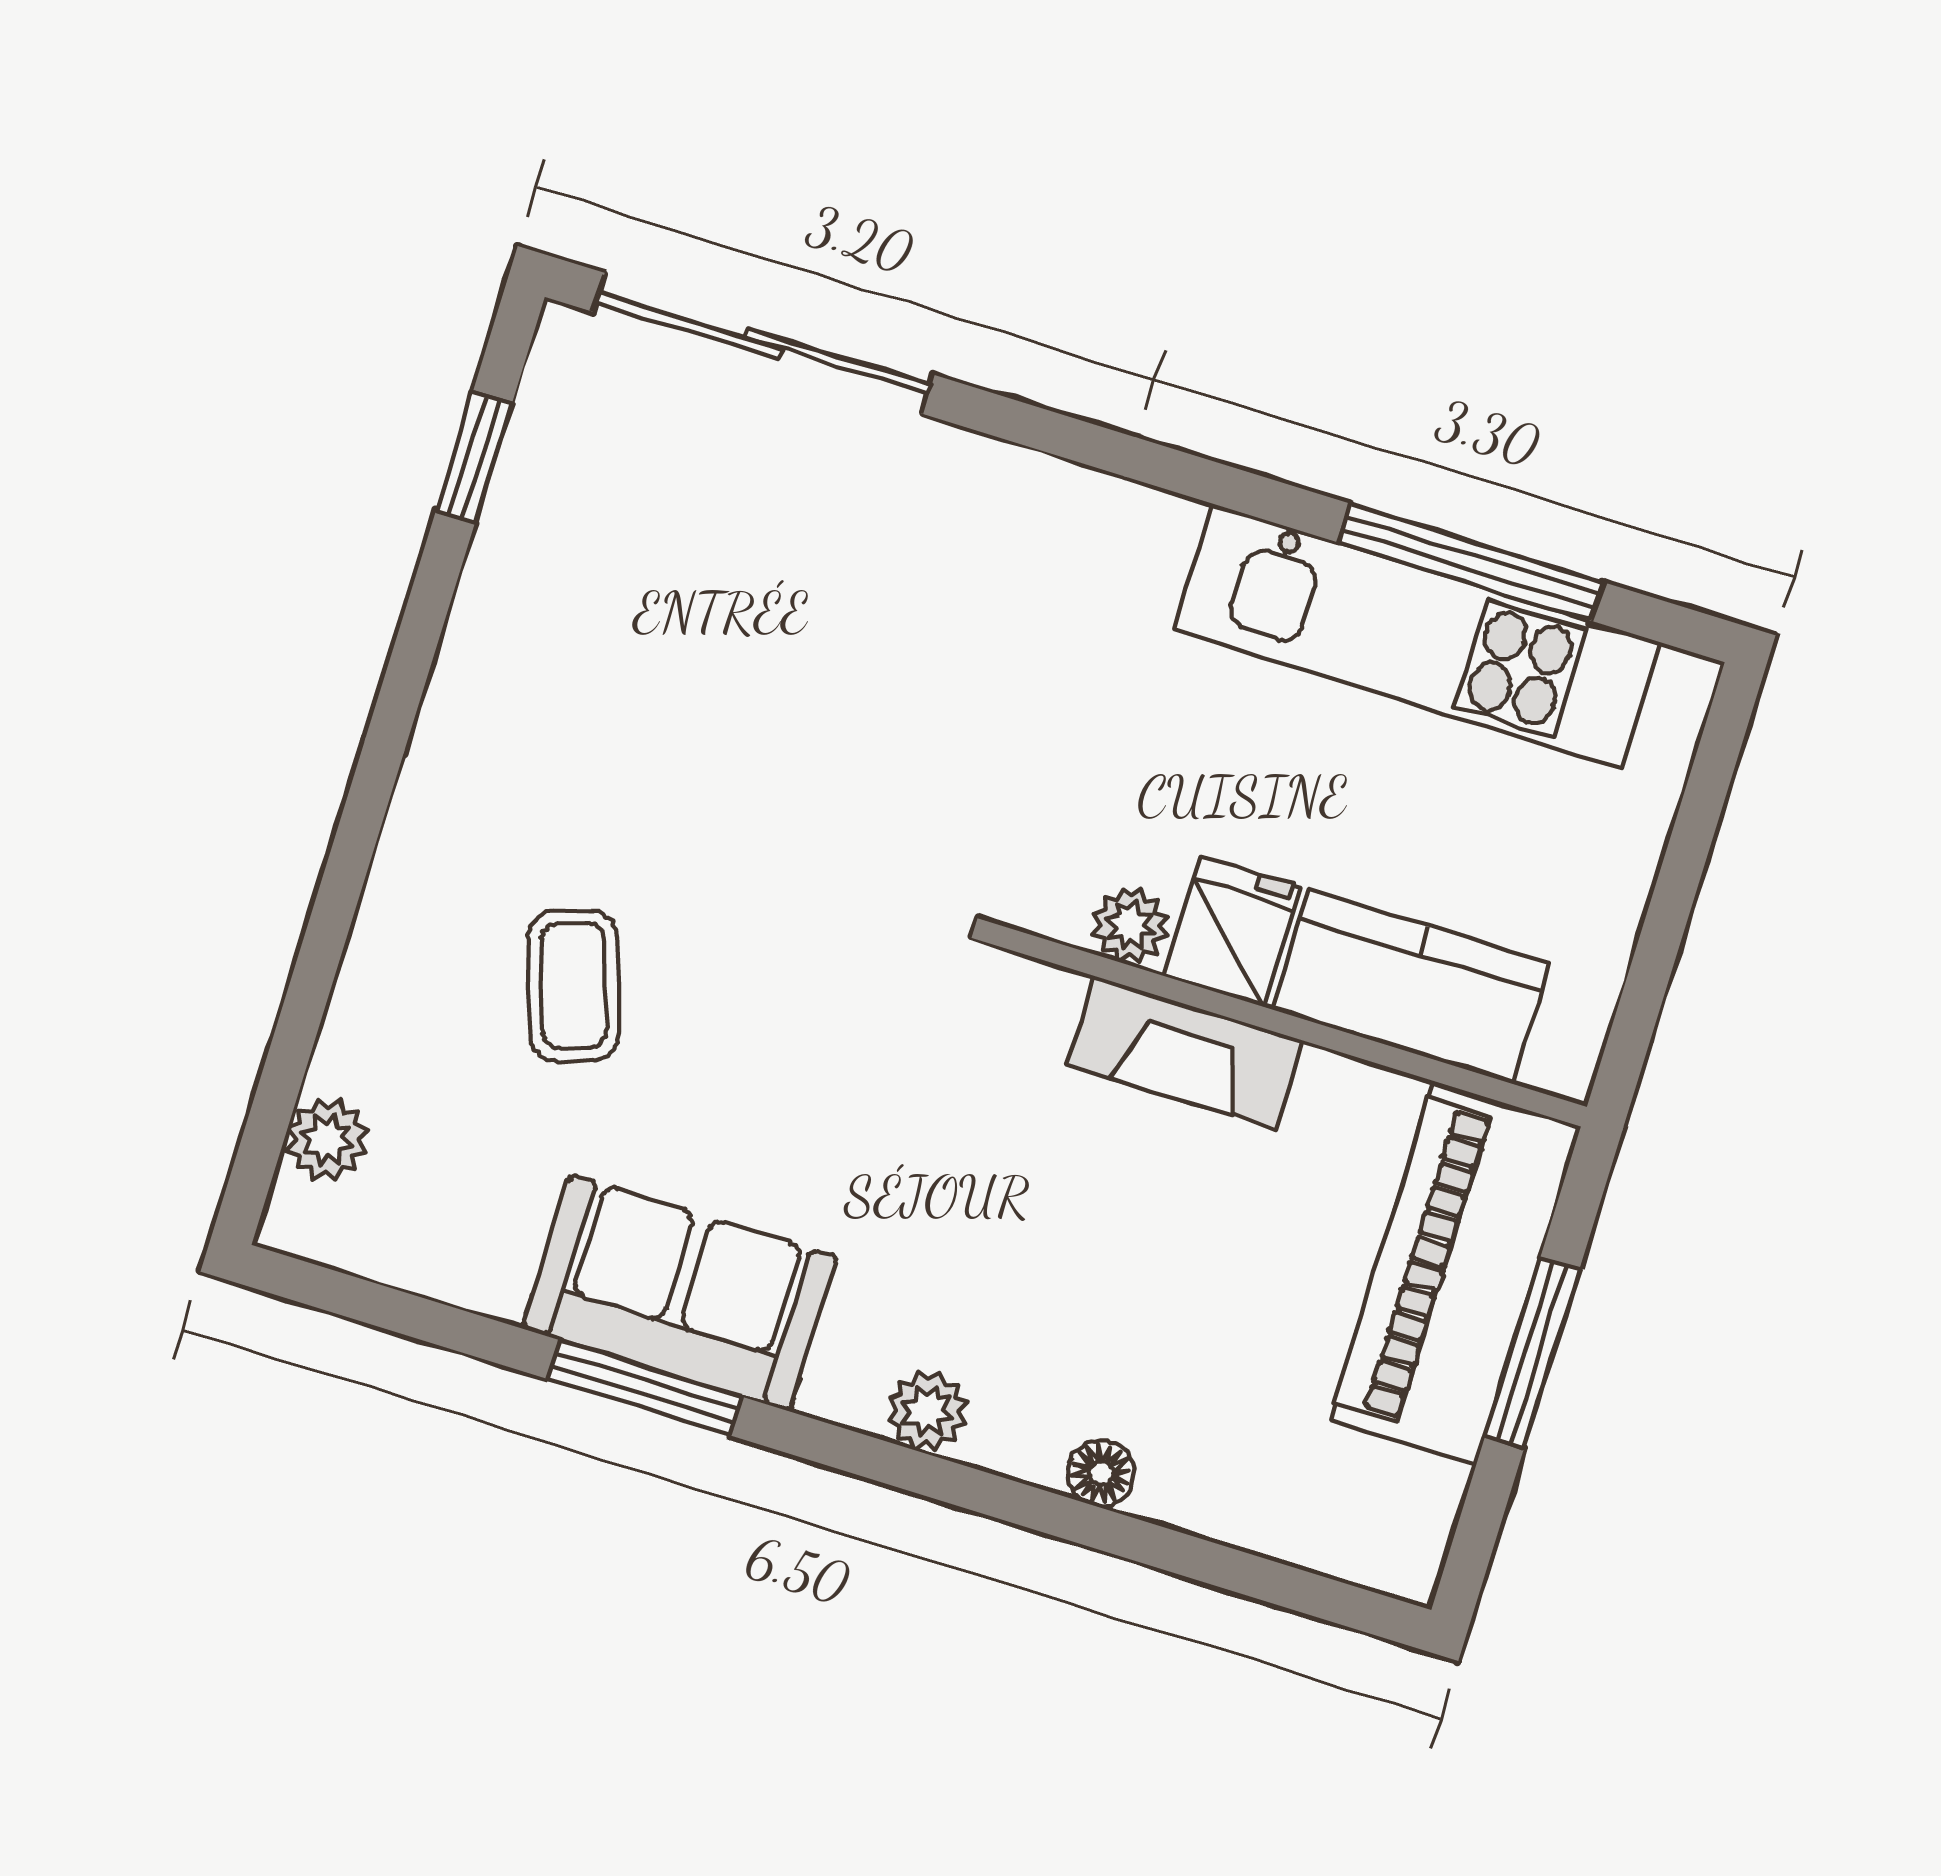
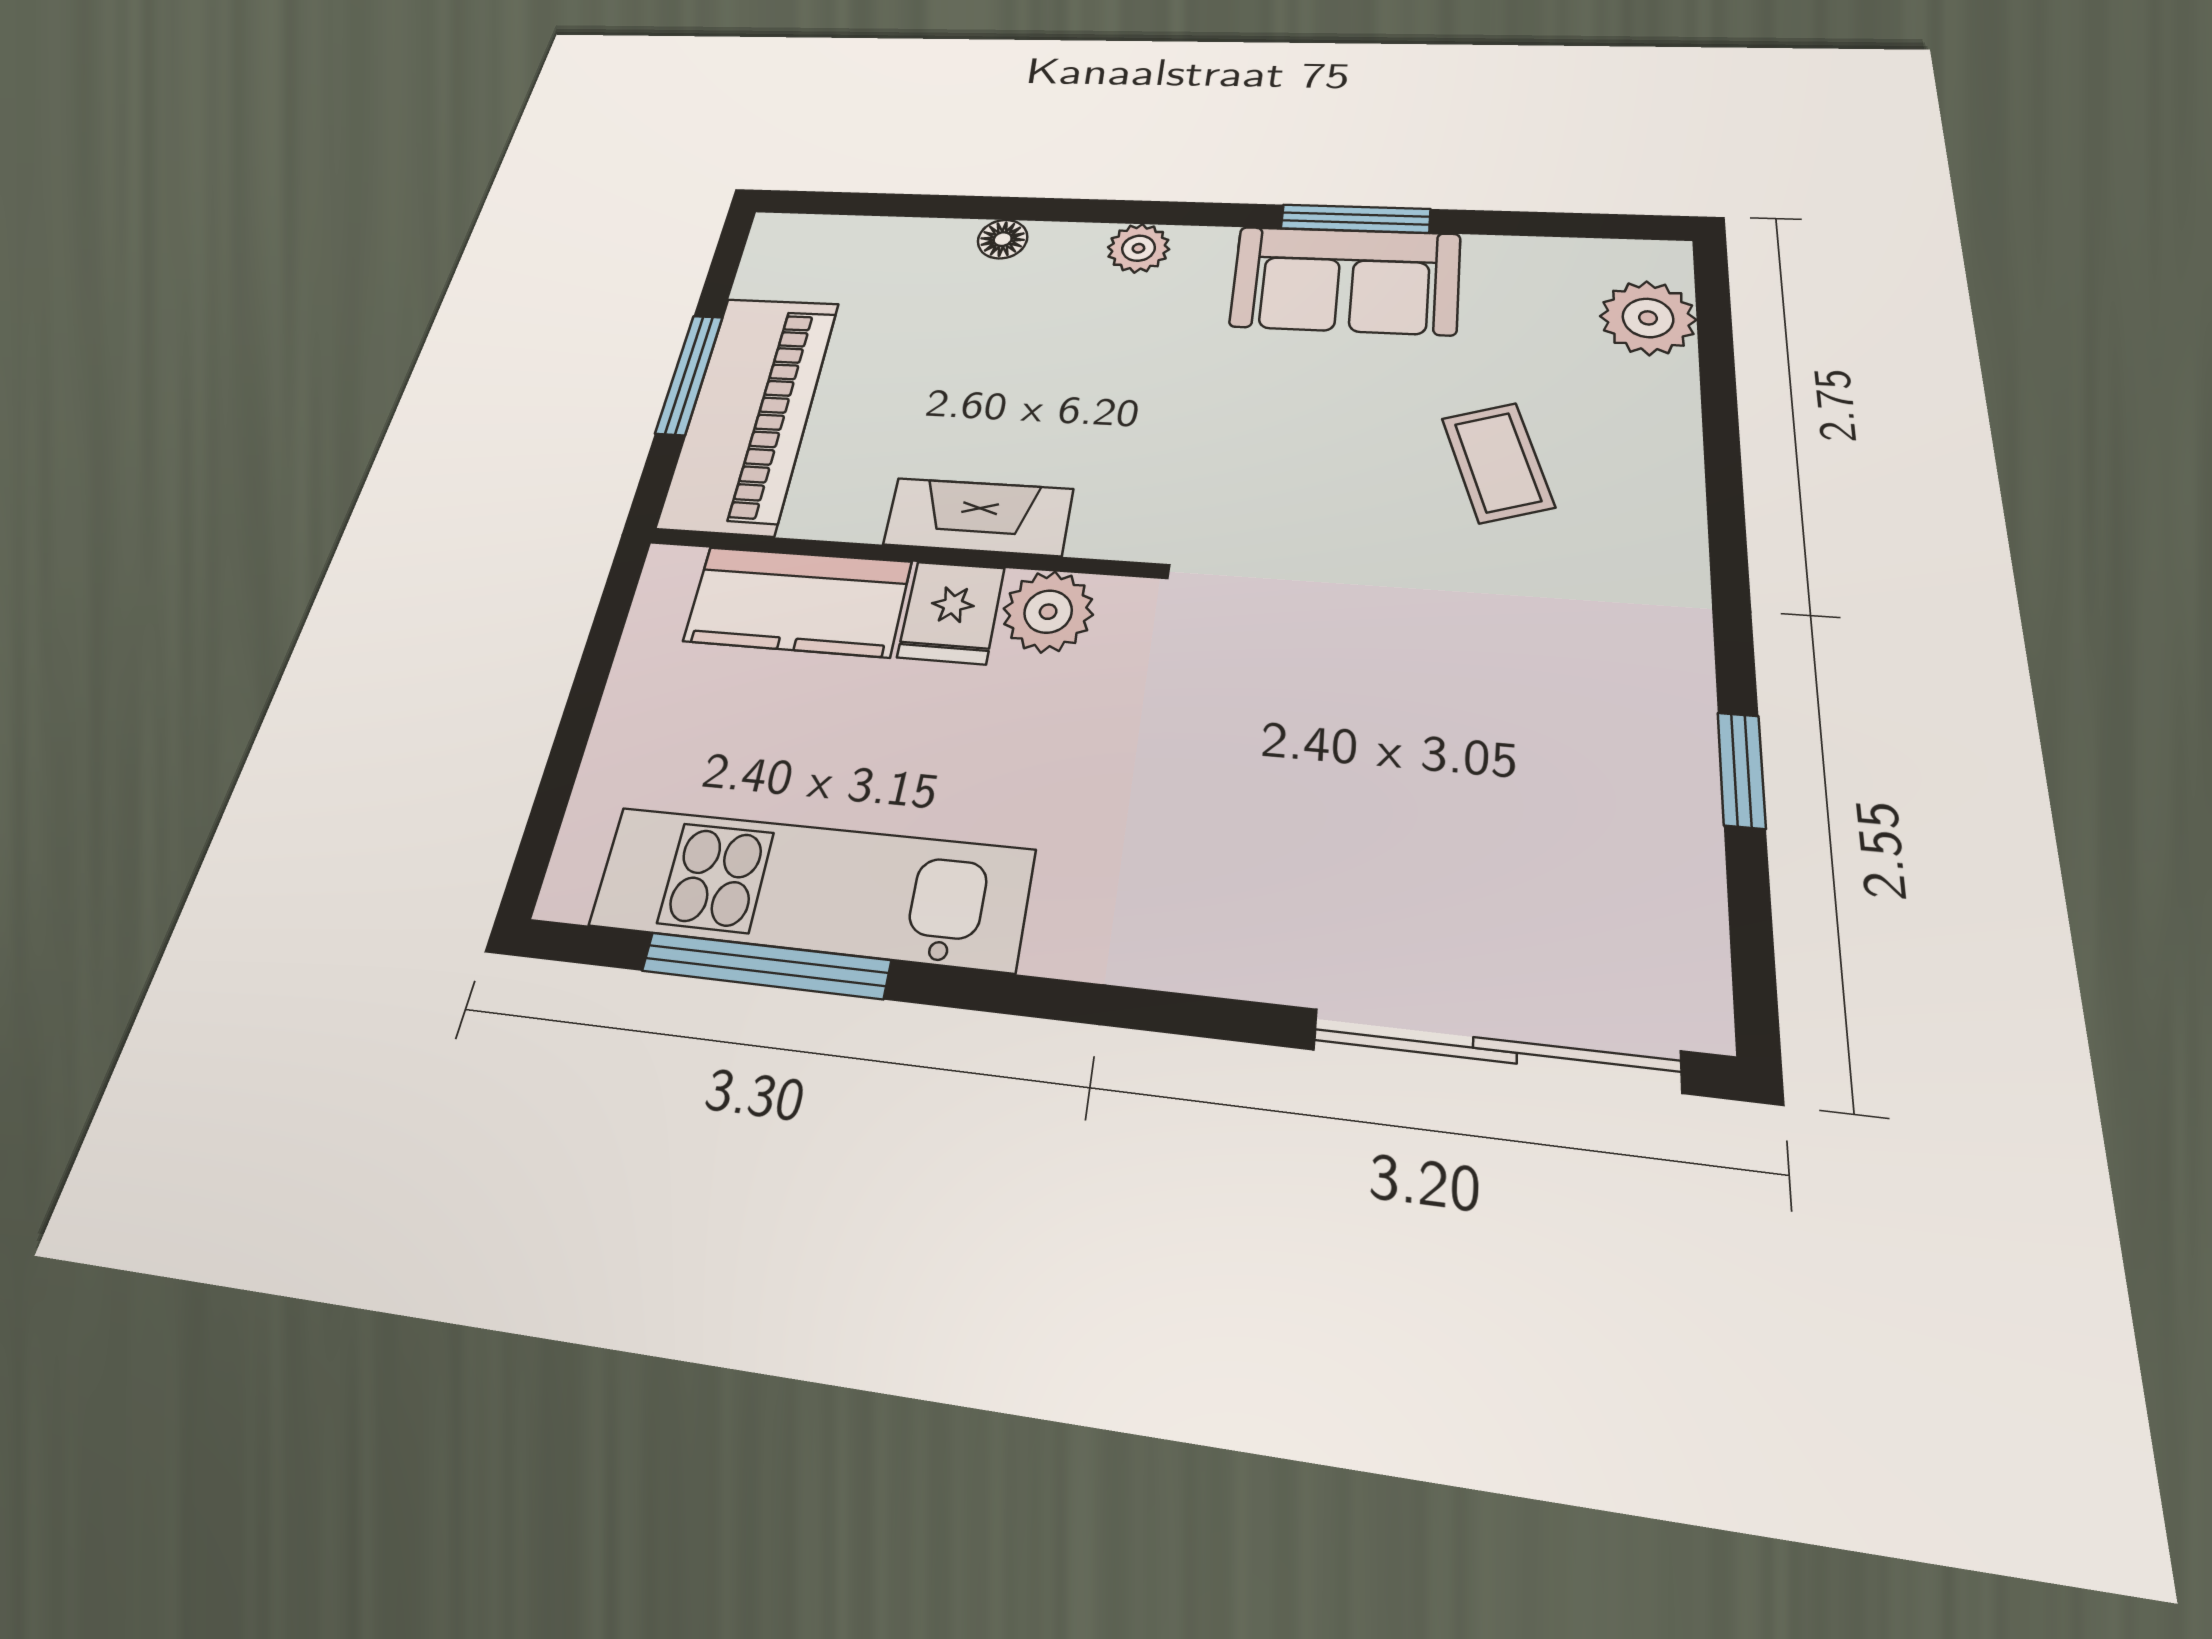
window: (474, 457) -> (1741, 770), moved
plant: (1130, 926) -> (1048, 612), width x1.38, depth x1.38
plant: (327, 1140) -> (1648, 318), width x1.38, depth x1.38

